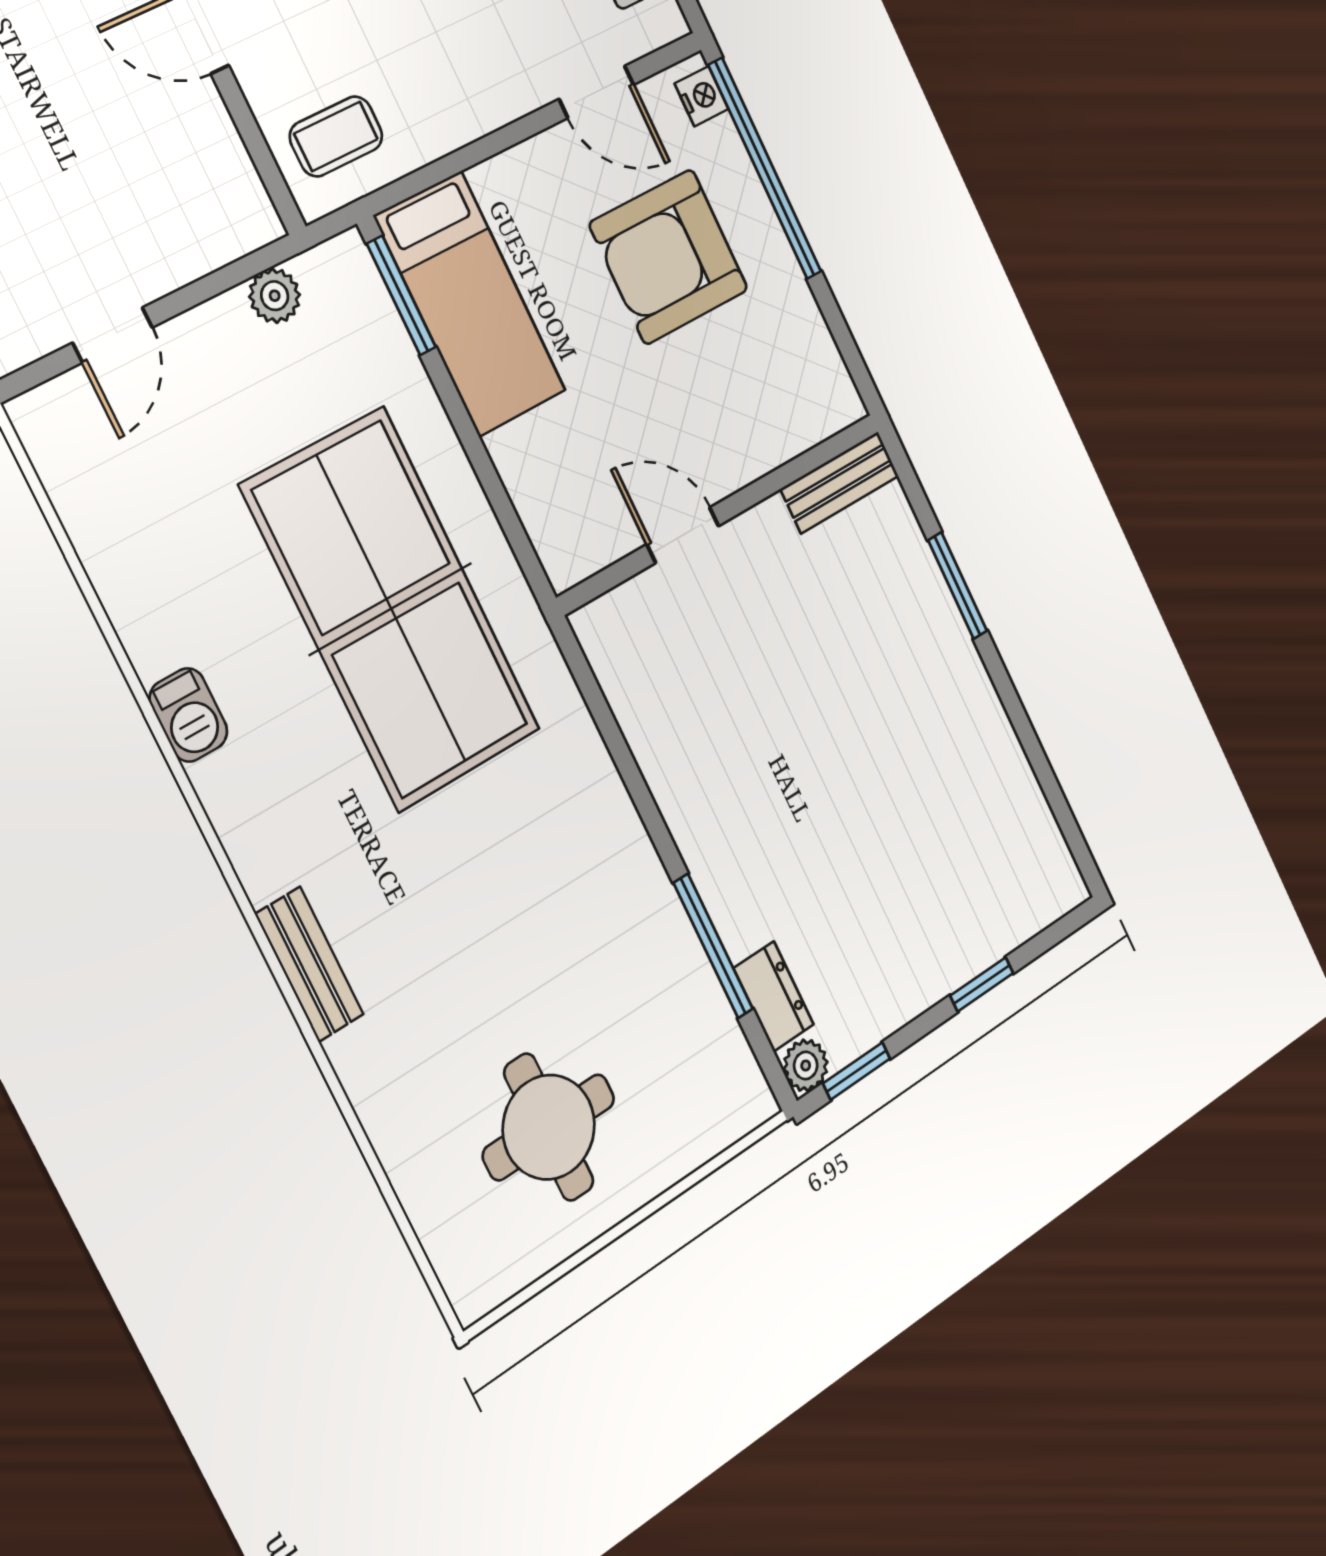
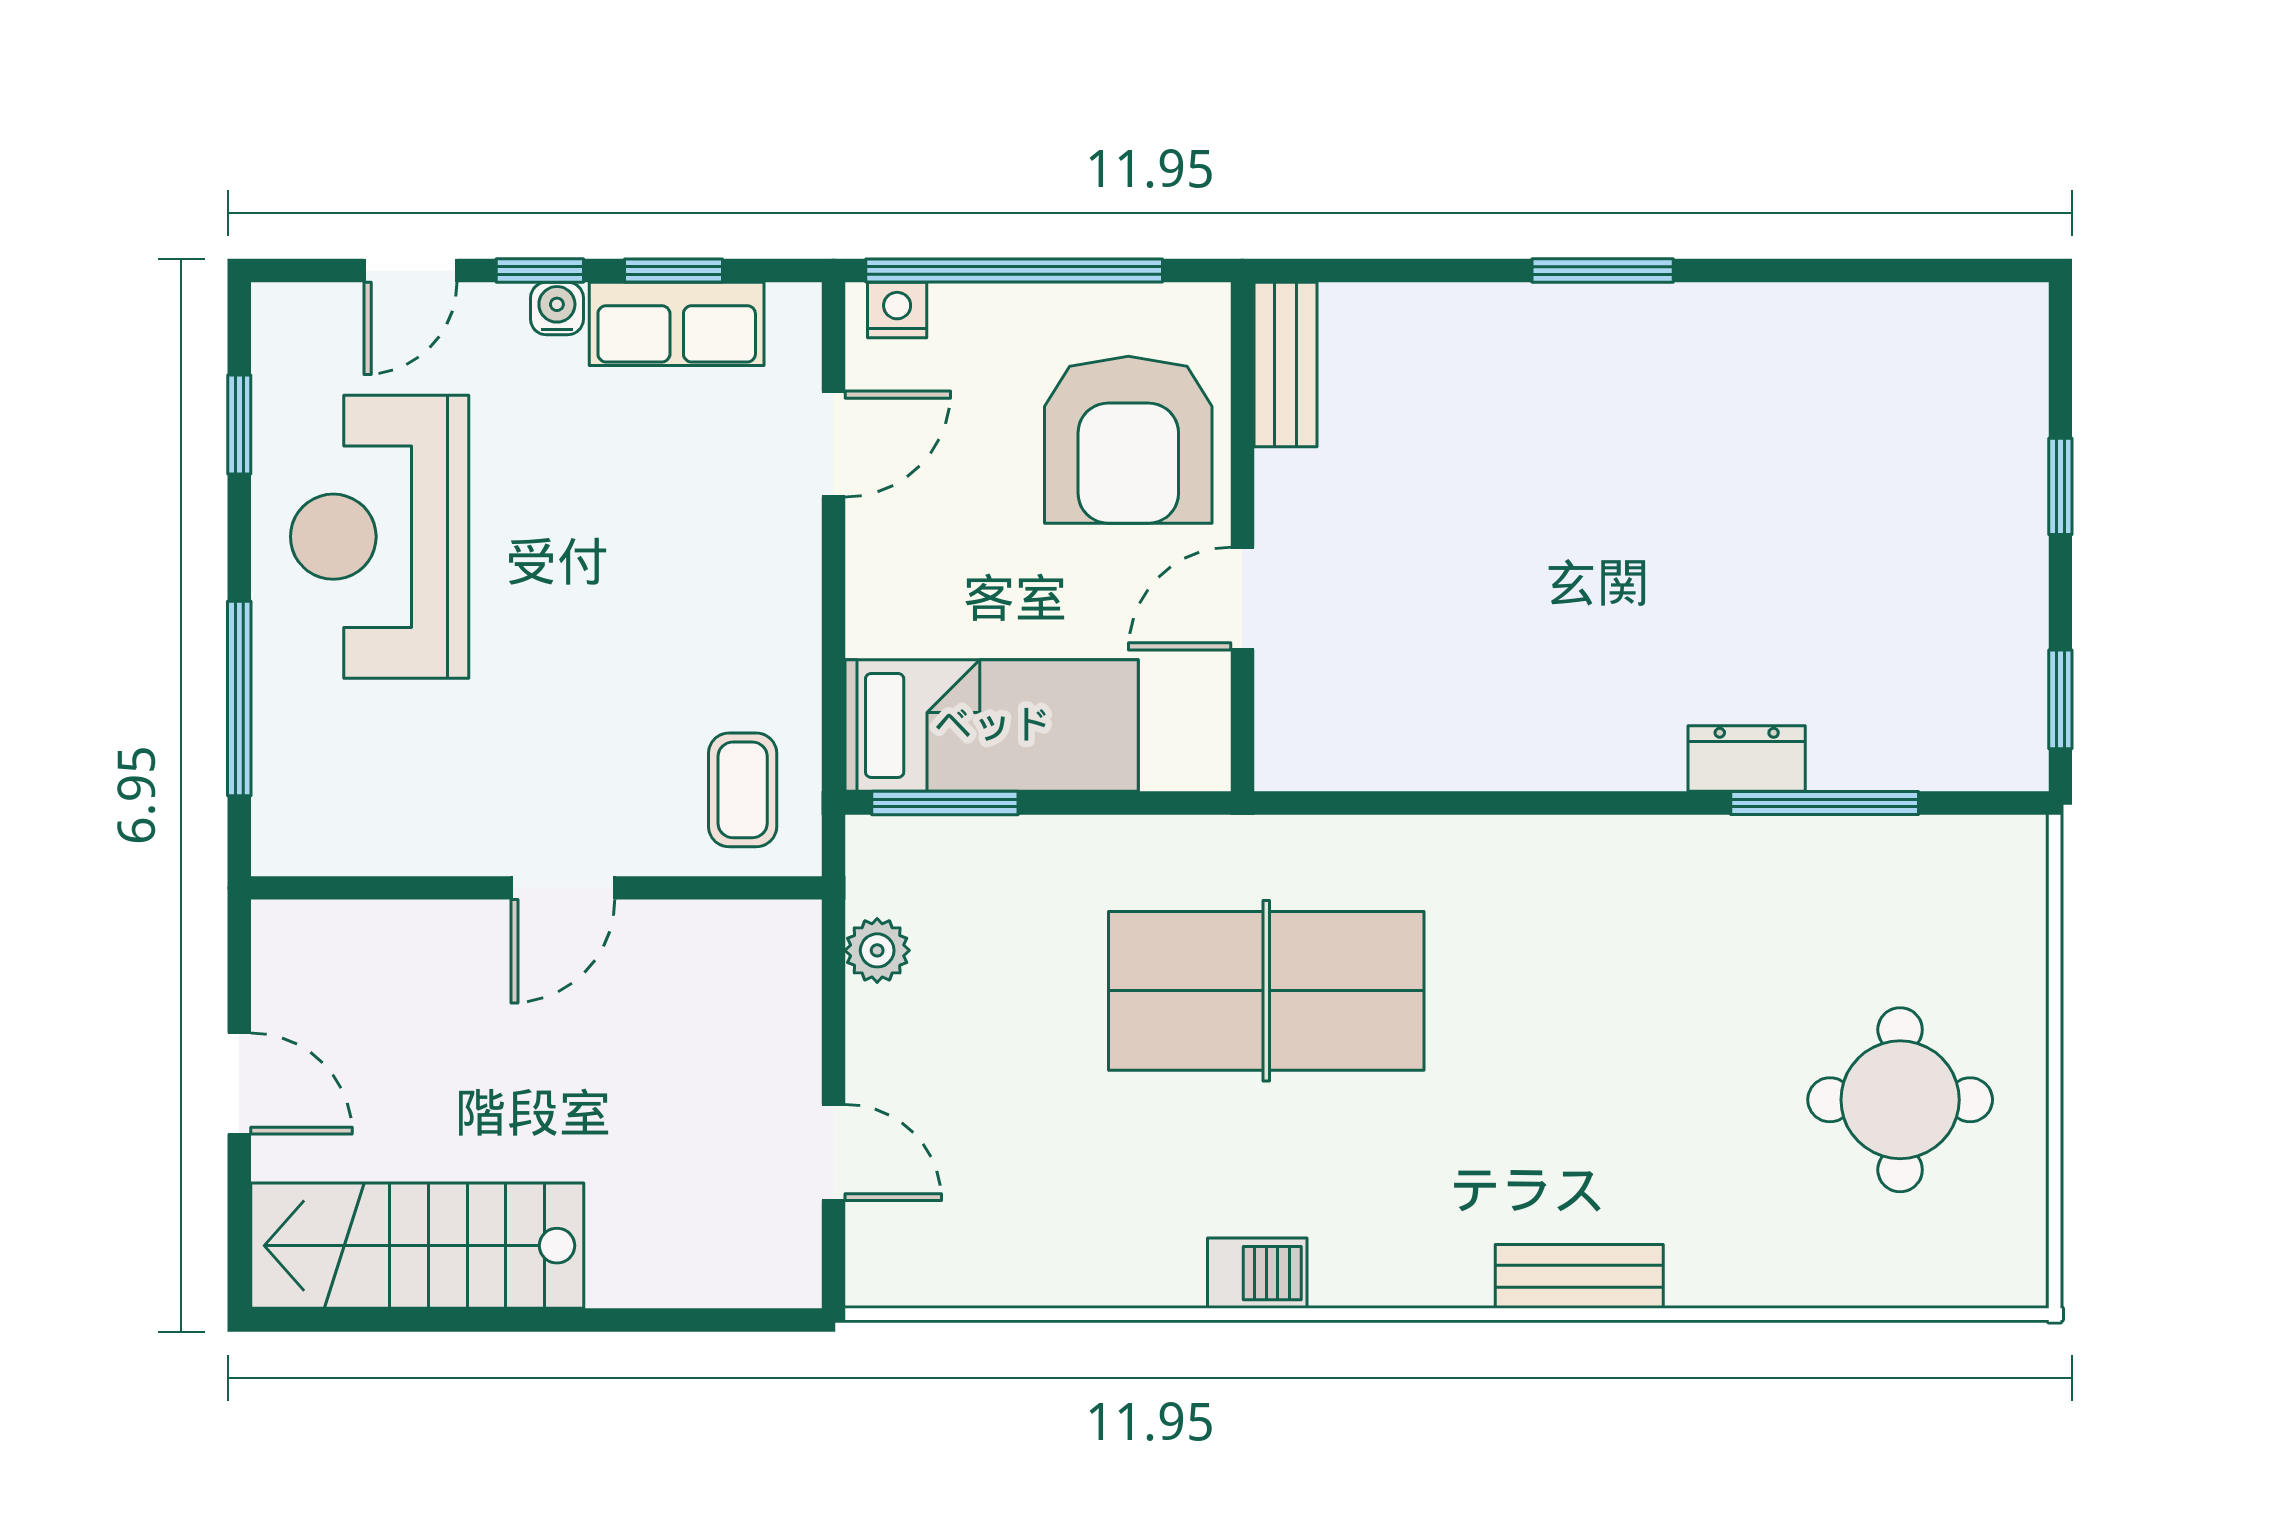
armchair: (669, 257) -> (1128, 440), moved
bench: (840, 482) -> (1285, 364), moved
wall: (721, 513) -> (1242, 537), moved
door: (683, 535) -> (1242, 599), moved
table tennis table: (391, 609) -> (1266, 991), width x0.73, depth x0.76
dresser: (774, 996) -> (1747, 758), moved
plant: (806, 1065) -> (2017, 760), removed

